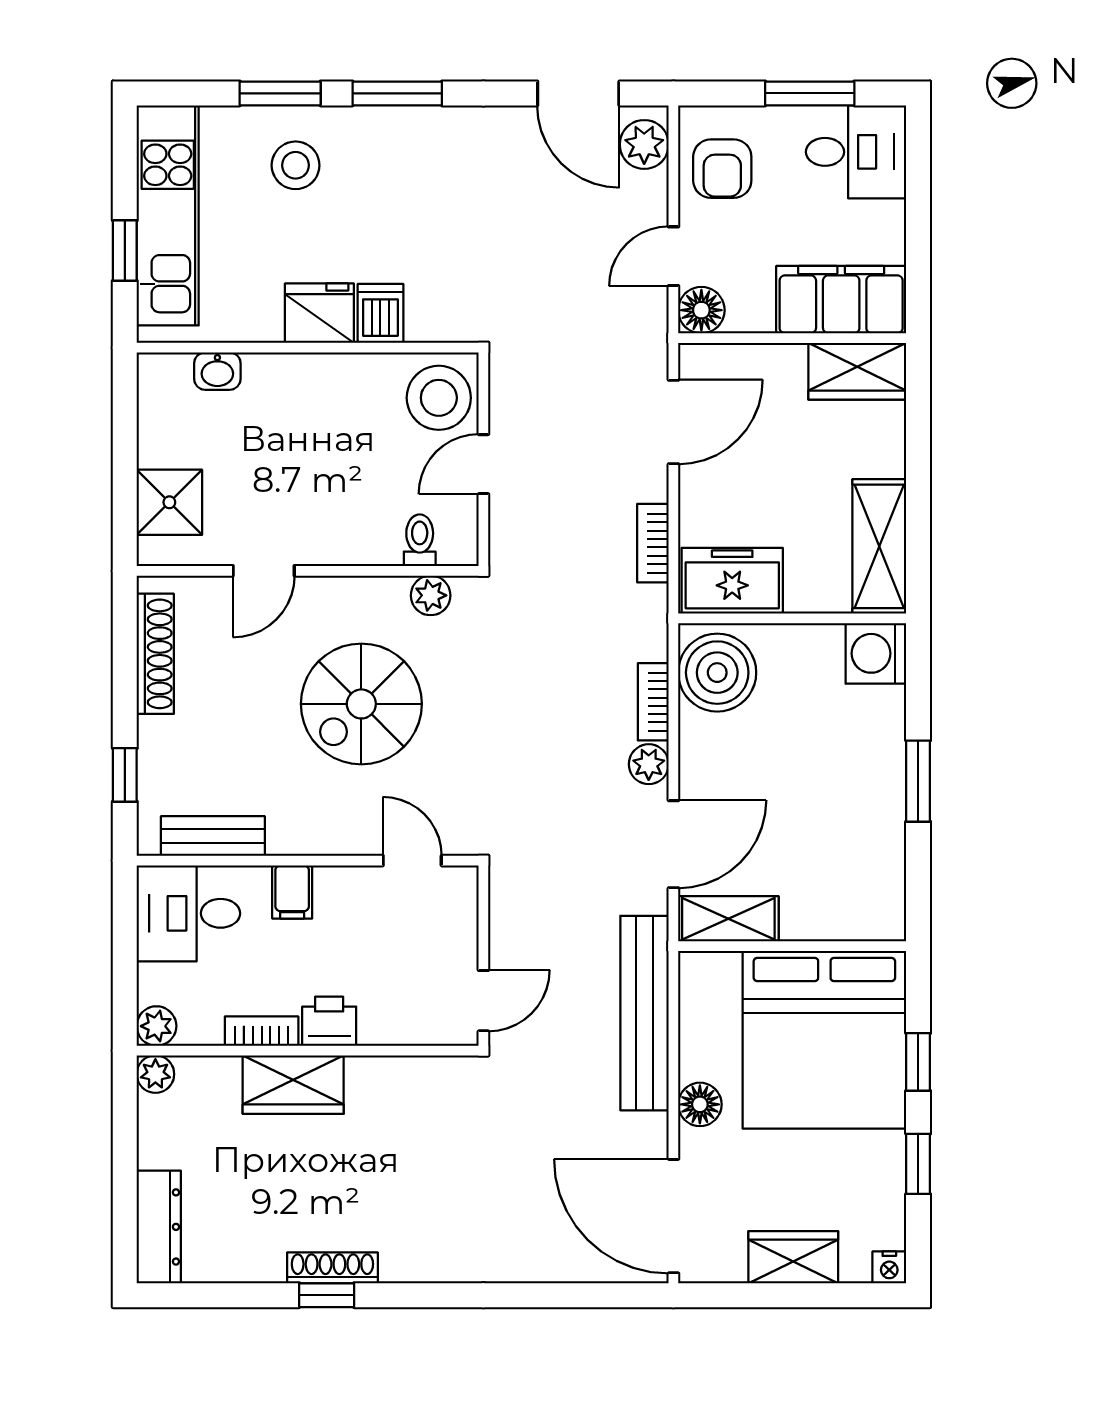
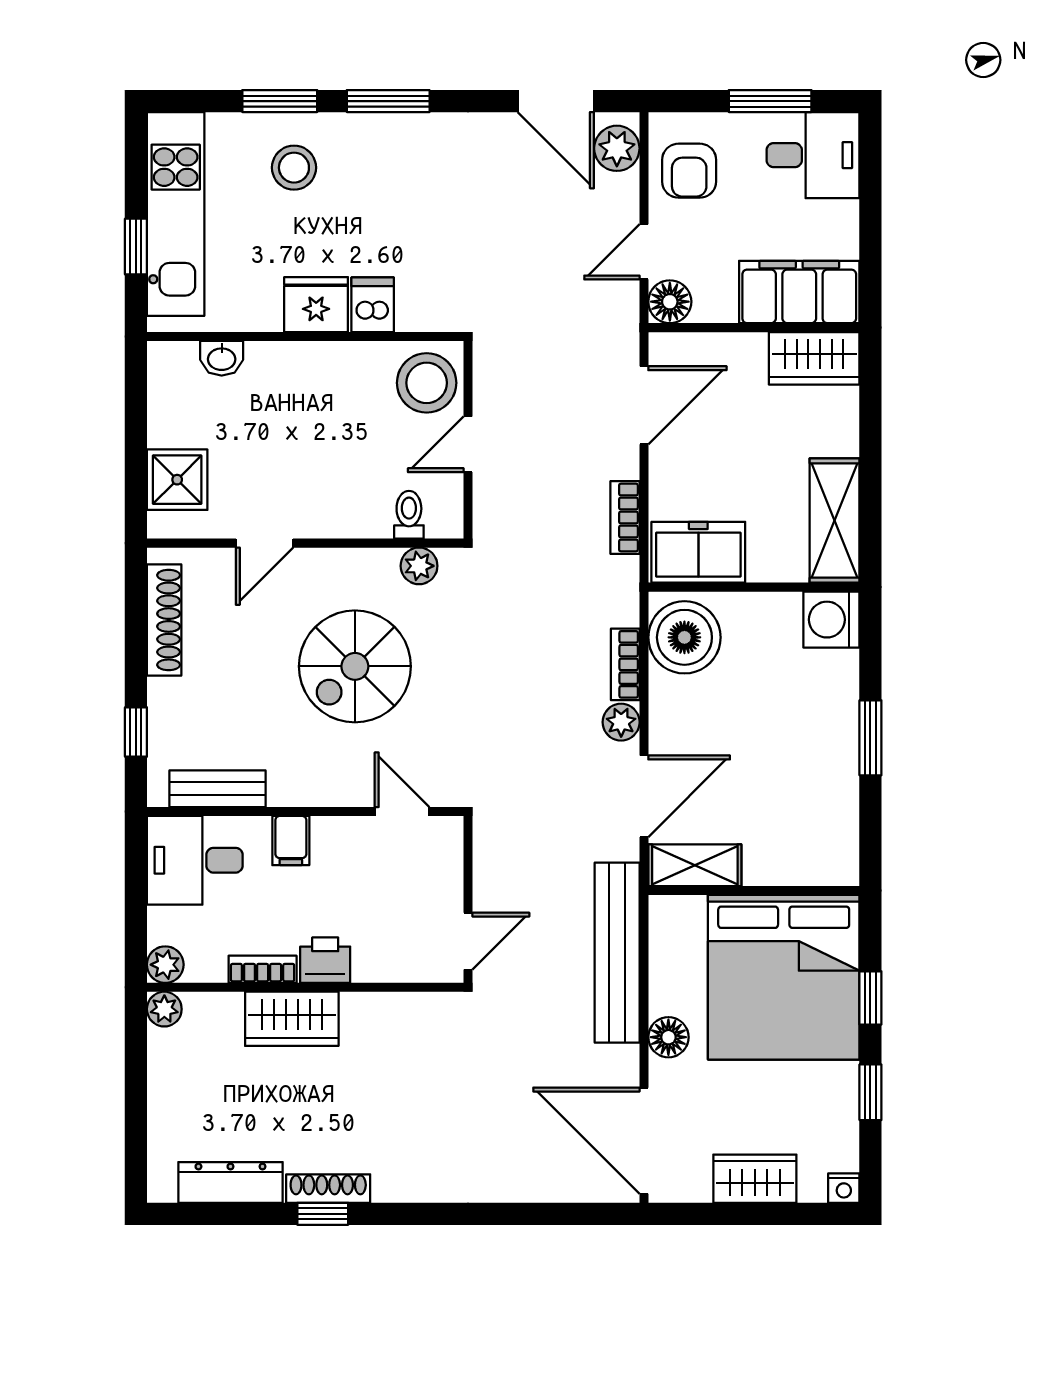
dresser: (159, 1227) -> (230, 1182), moved, turned -90

